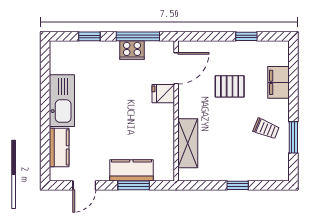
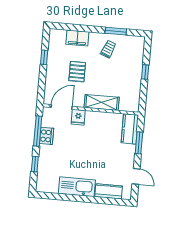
door: (176, 68) -> (62, 107), hinge flipped
shelving: (188, 143) -> (102, 102), moved
kitchen counter: (131, 170) -> (130, 129), moved

